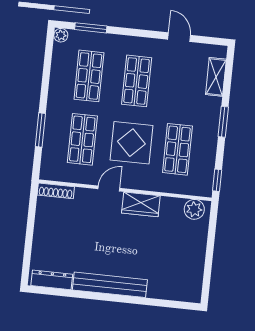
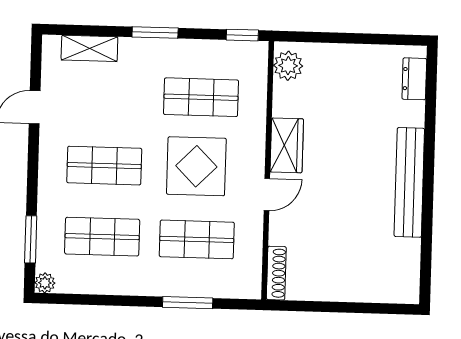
door: (109, 189) -> (267, 195), swing flipped
dresser: (52, 280) -> (414, 79), moved, width x0.70

